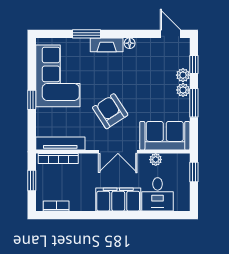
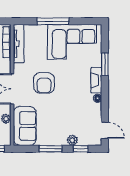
door: (170, 34) -> (105, 130), hinge flipped
plant: (183, 90) -> (61, 140), removed
window: (32, 100) -> (53, 21), width x2.17
armchair: (110, 111) -> (44, 83), turned 123

